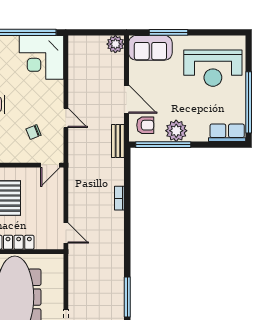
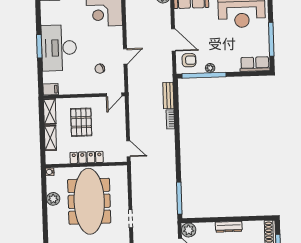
window: (249, 102) -> (271, 39), width x0.68
door: (66, 118) -> (125, 56), hinge flipped
plant: (176, 131) -> (210, 68), width x0.53, depth x0.53
bench: (118, 141) -> (168, 95), moved

